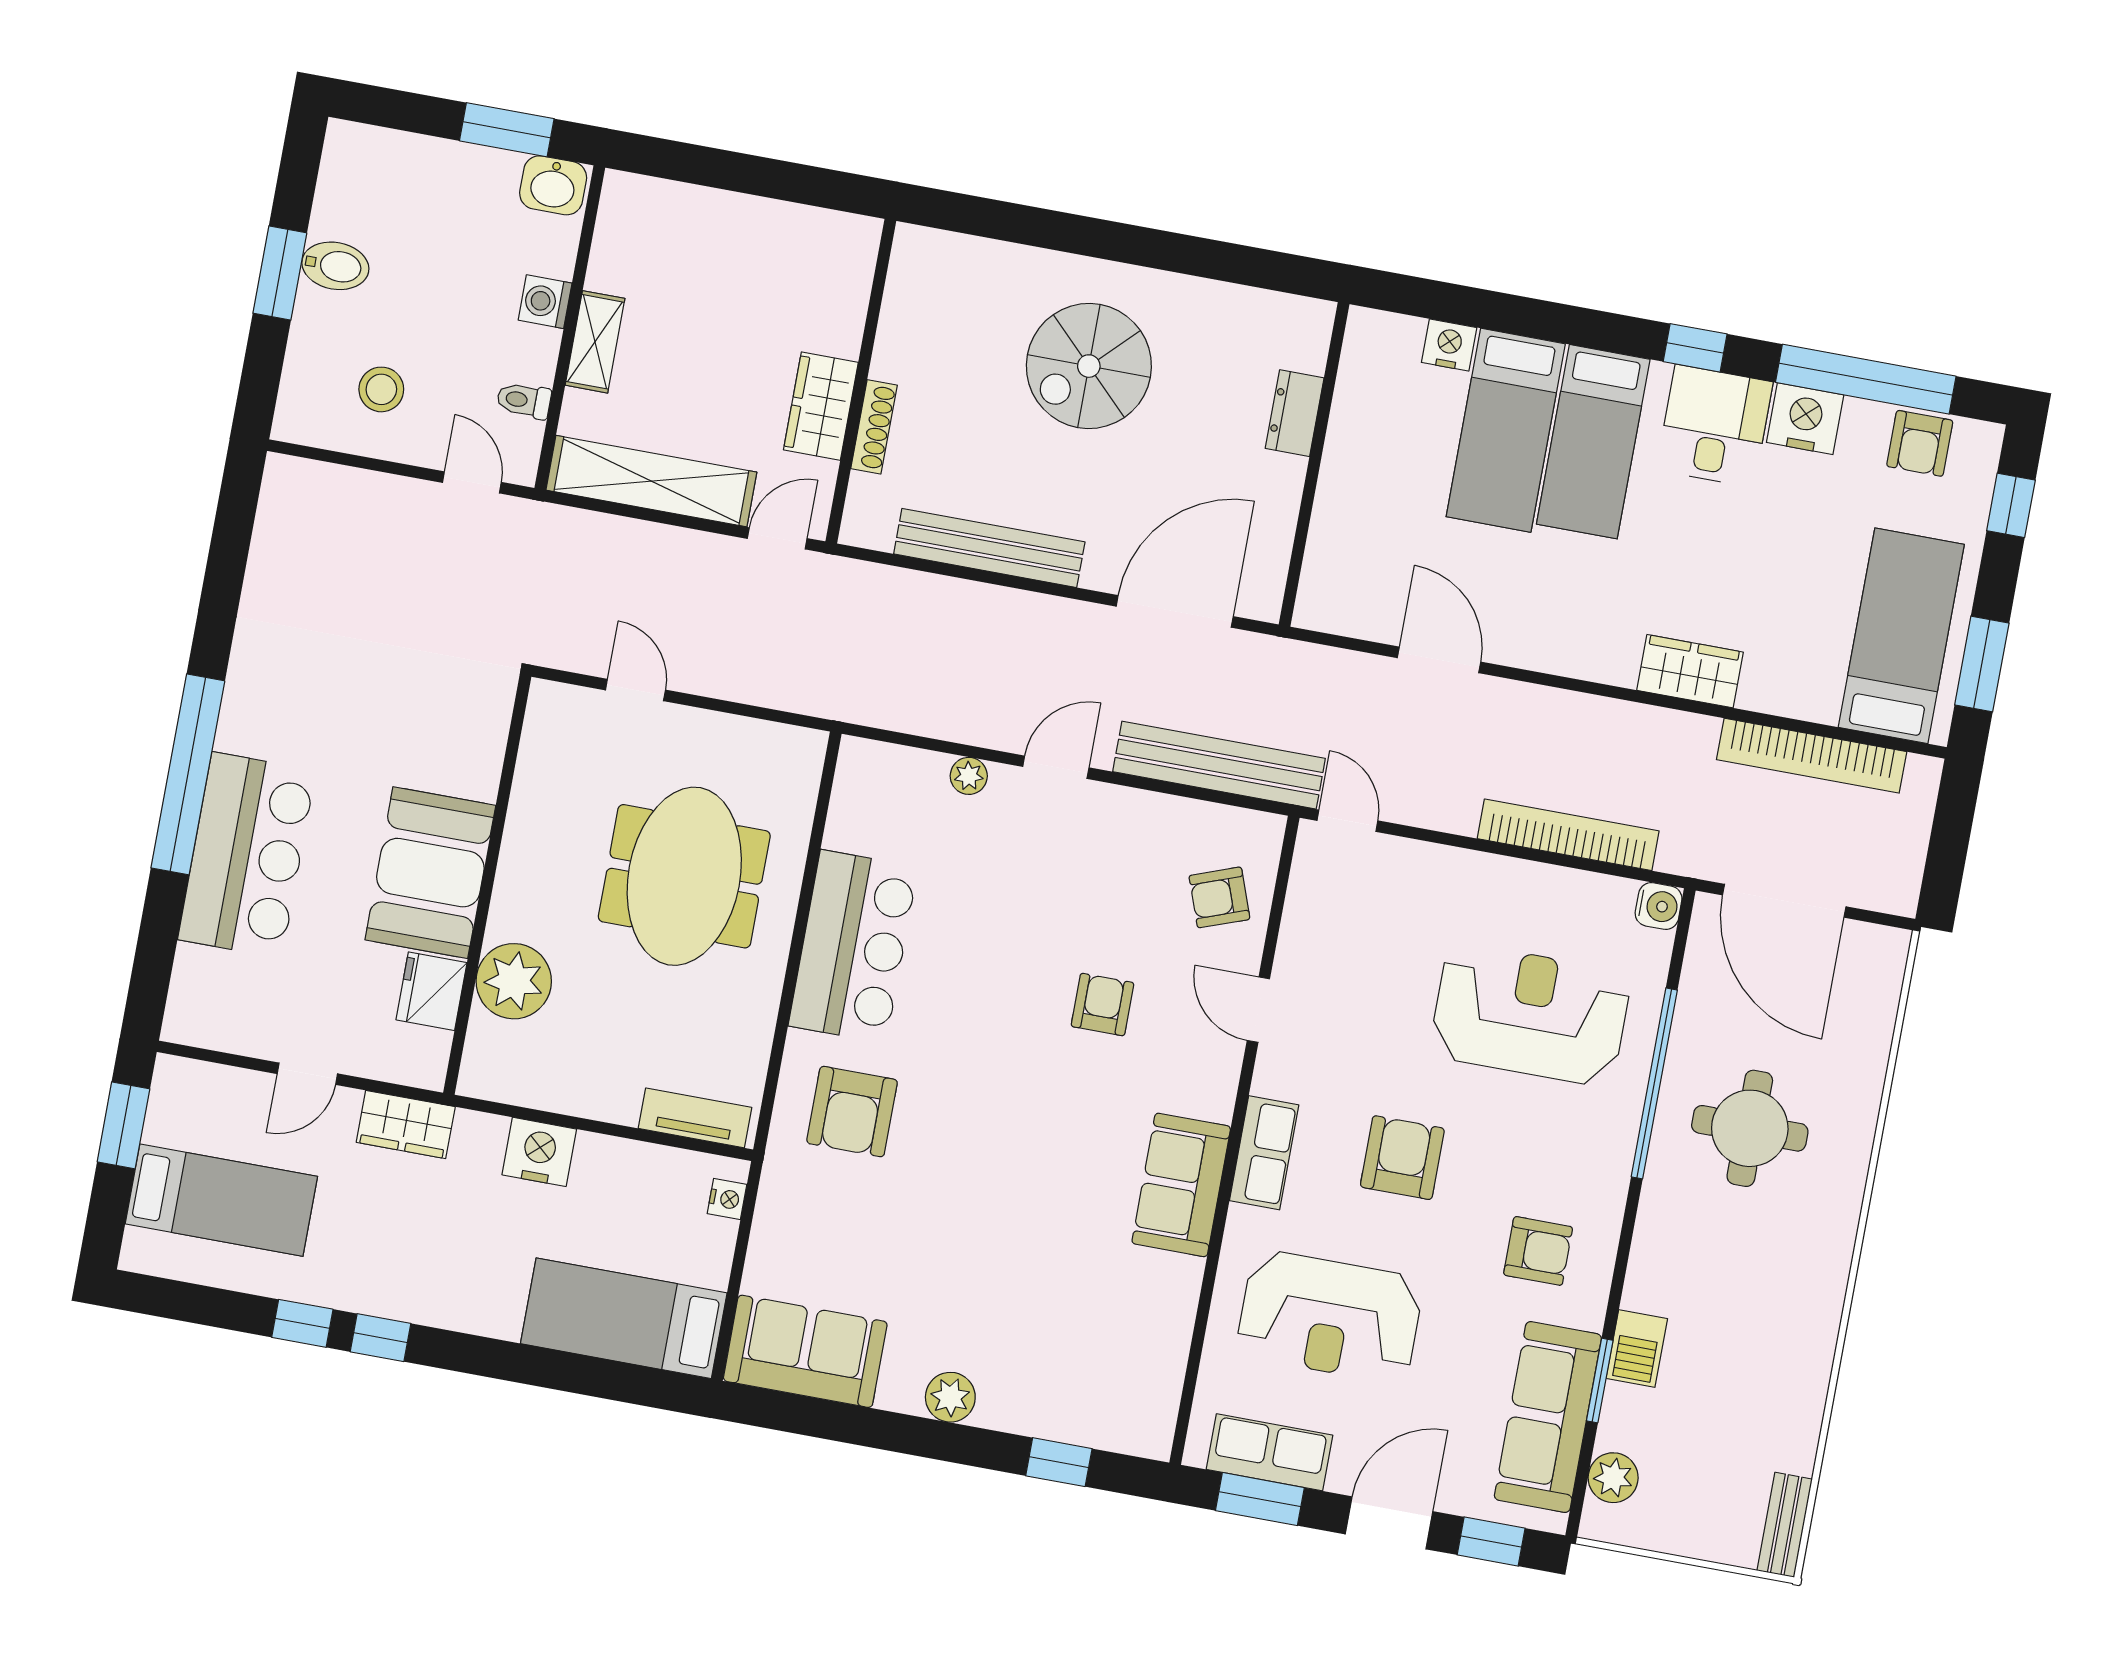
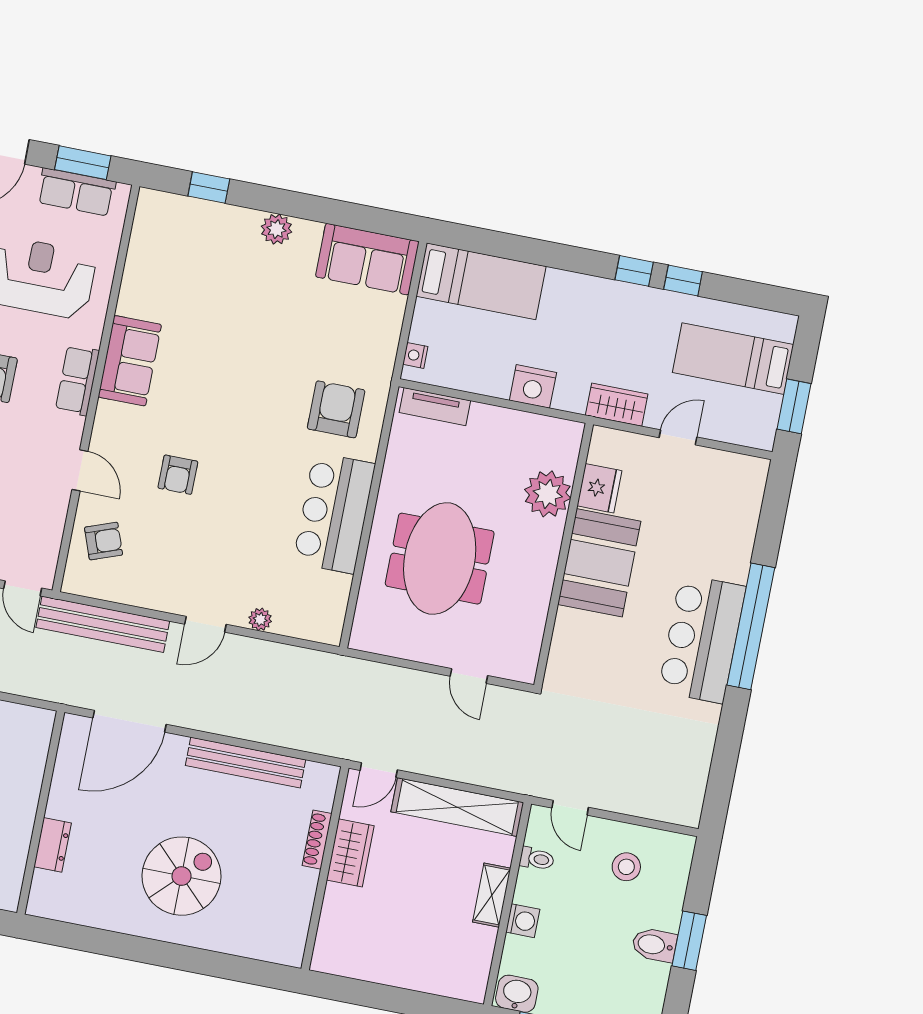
bar counter: (247, 855) -> (702, 639), moved

